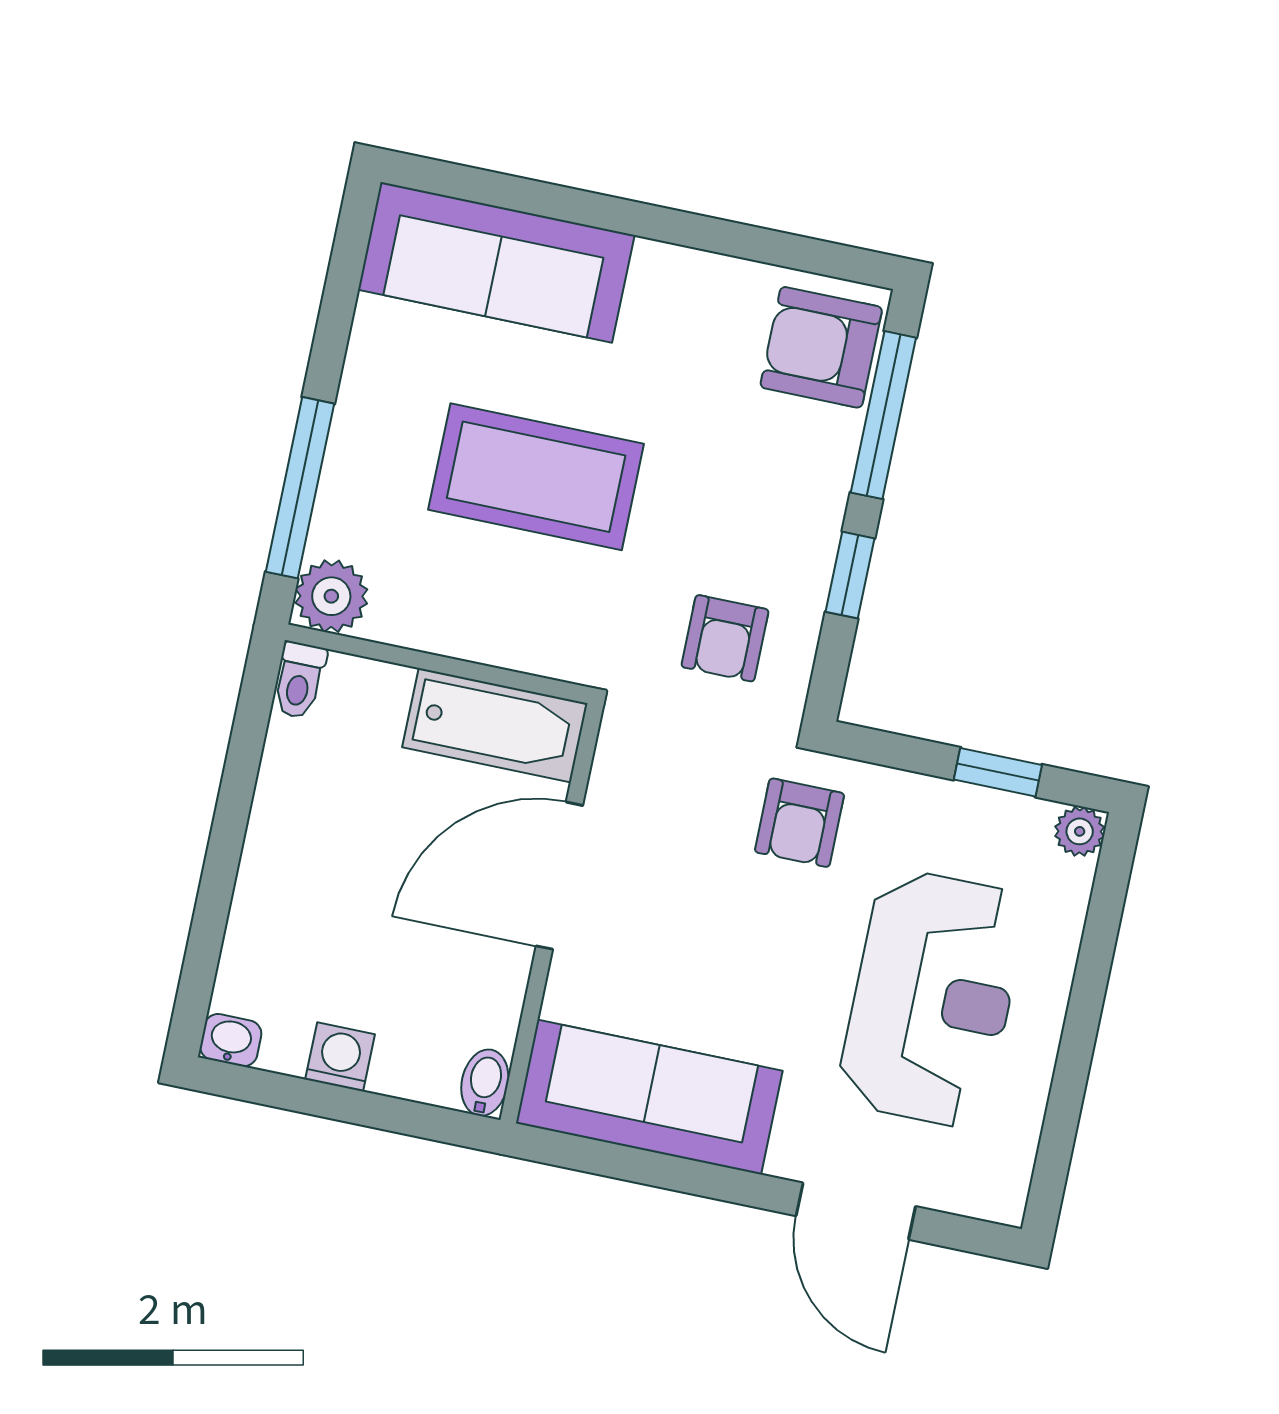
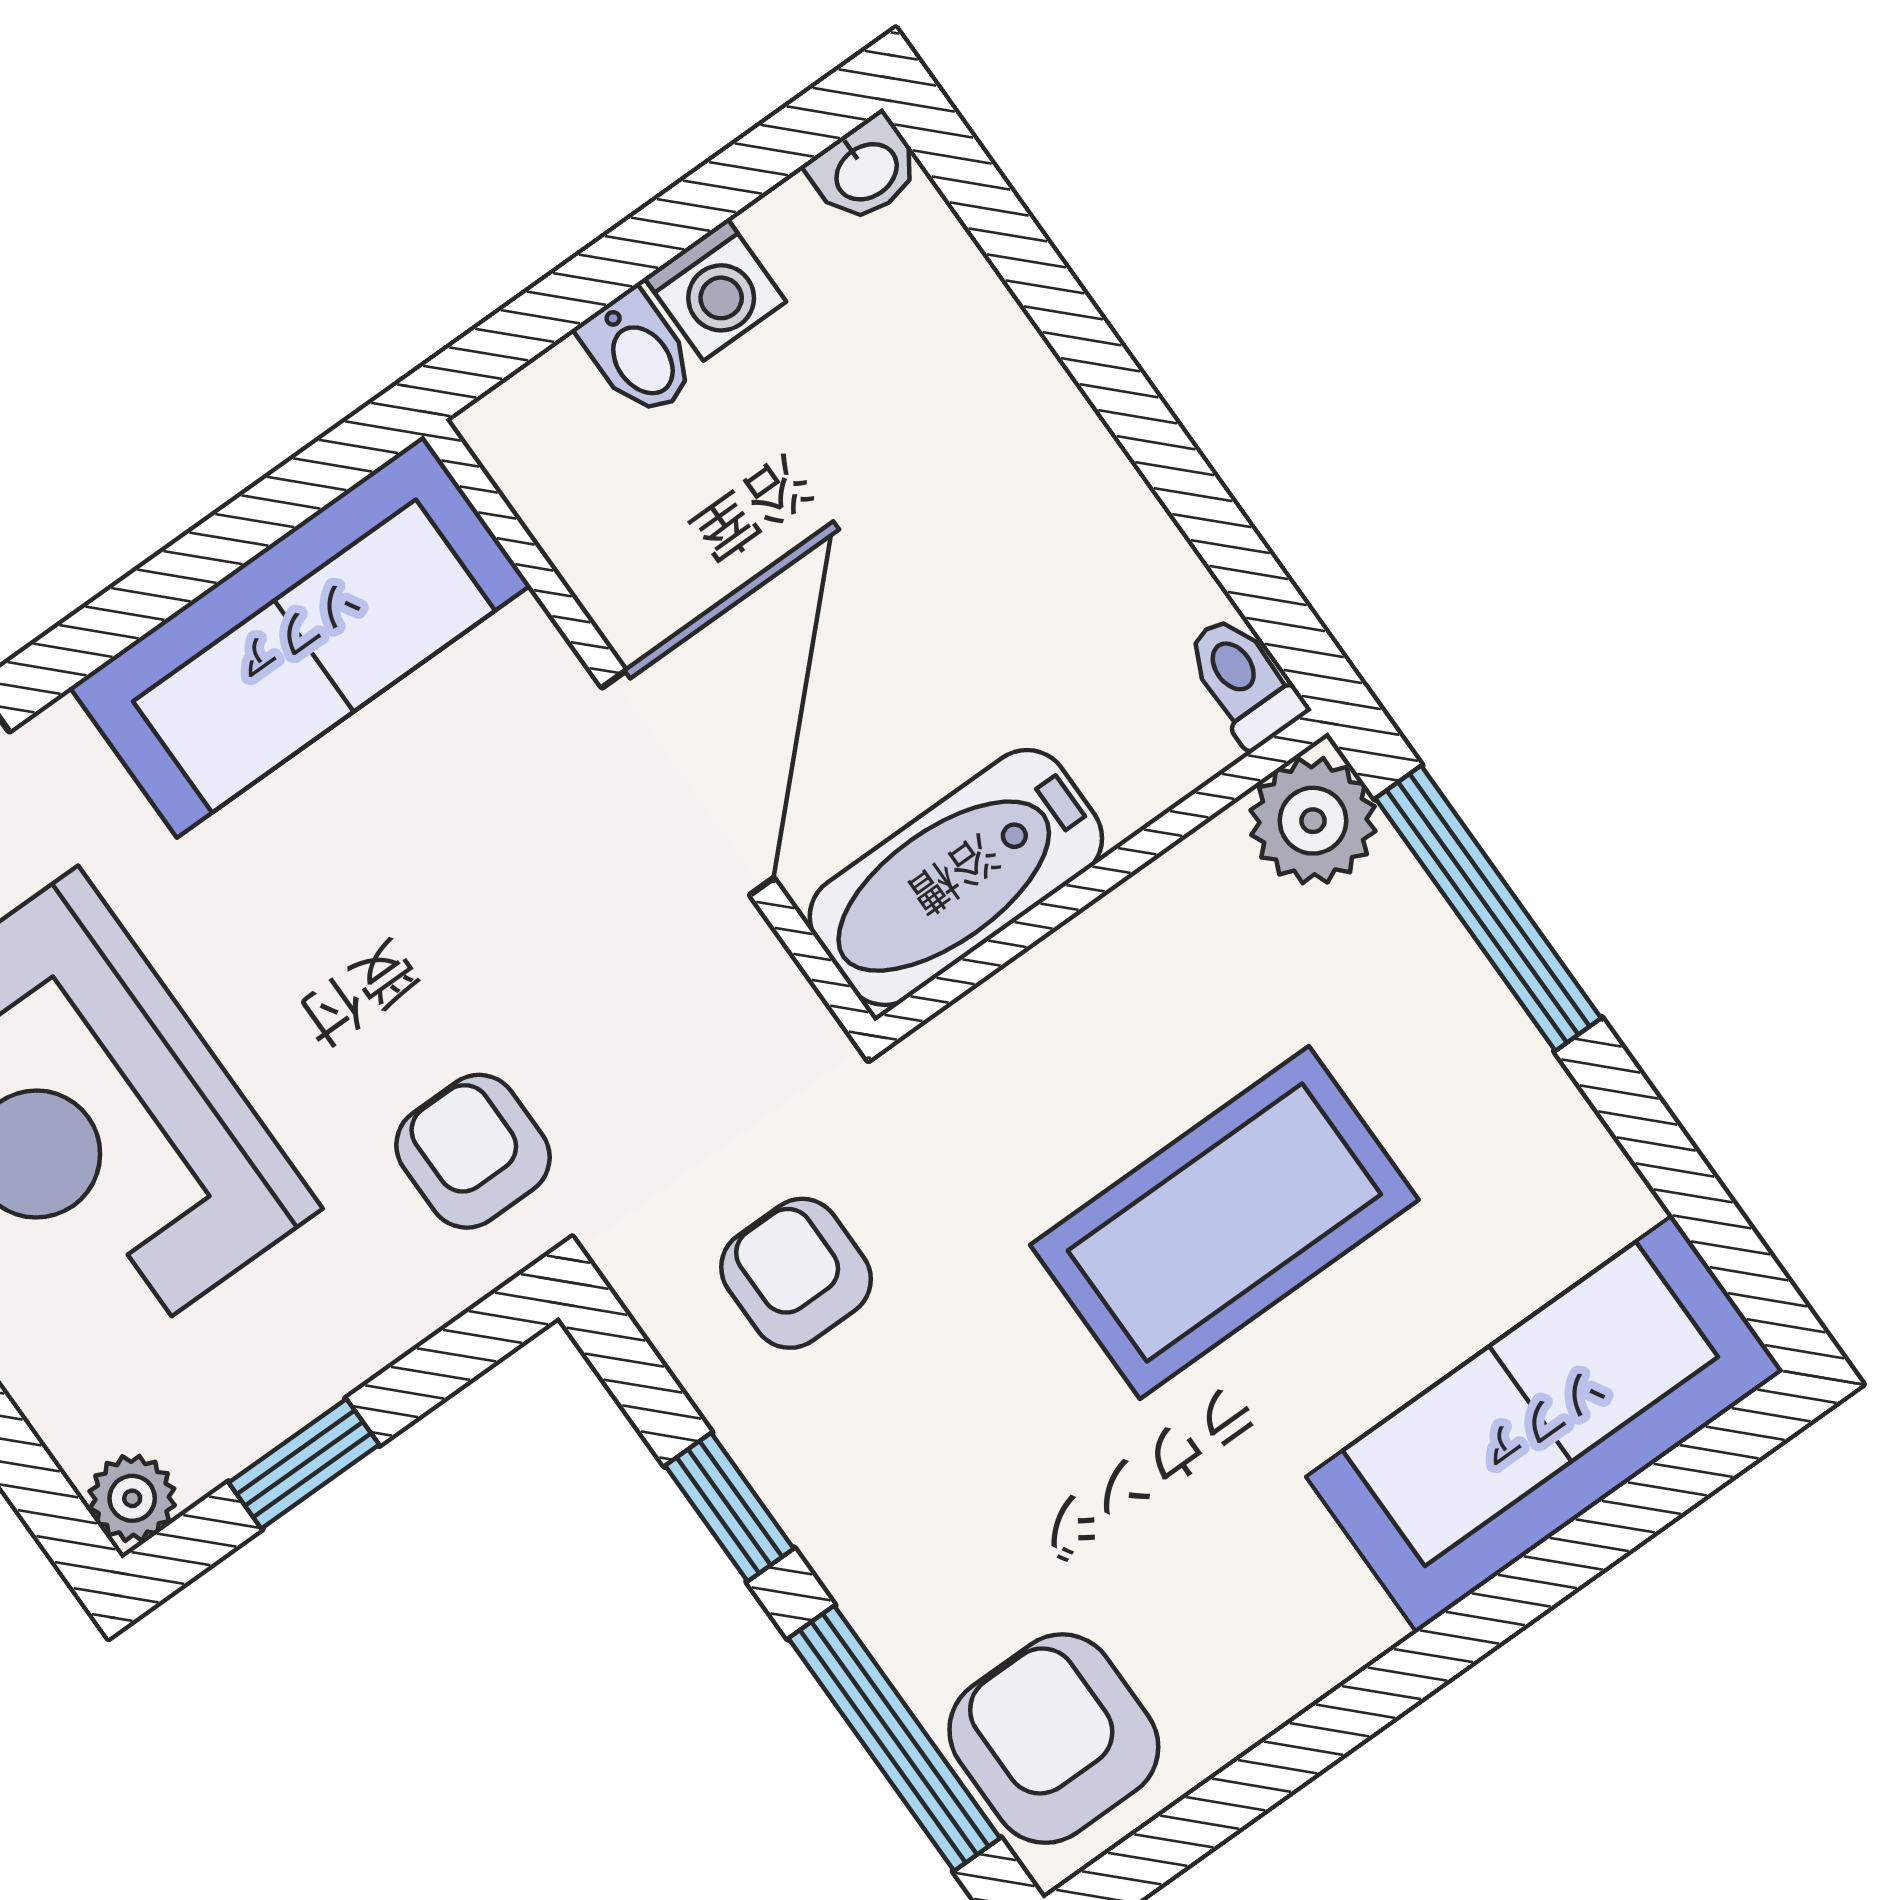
armchair: (821, 347) -> (1054, 1739), turned -90
bidet: (485, 1083) -> (638, 354), moved

